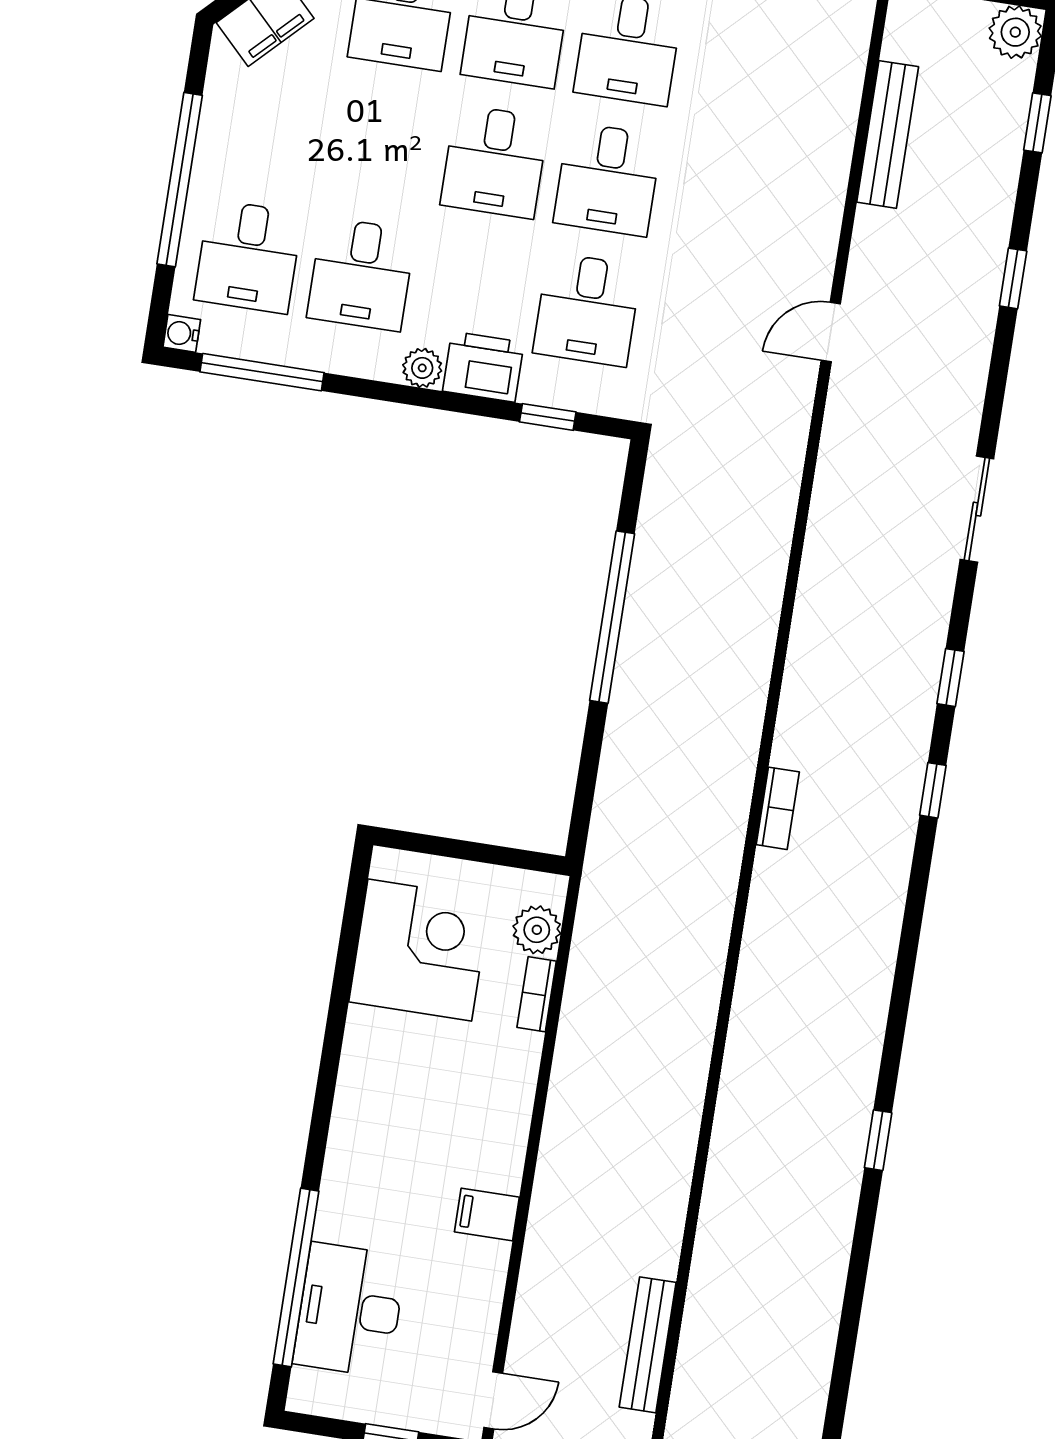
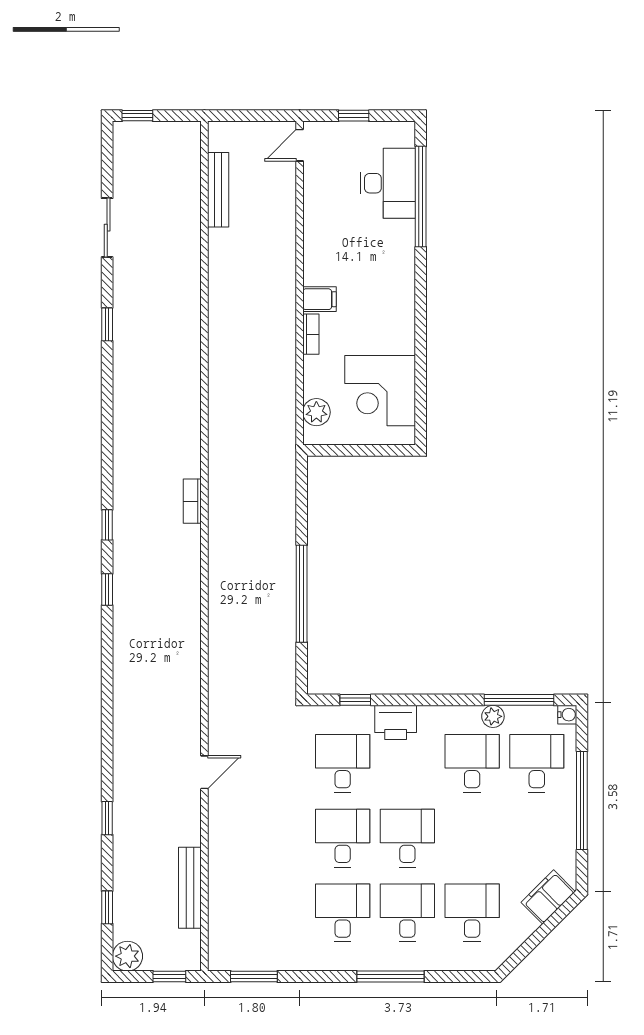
plant: (422, 368) -> (493, 716), moved
sliding door: (977, 509) -> (107, 228), moved
bookcase: (537, 994) -> (311, 334), moved
filing cabinet: (487, 1214) -> (319, 299), moved

